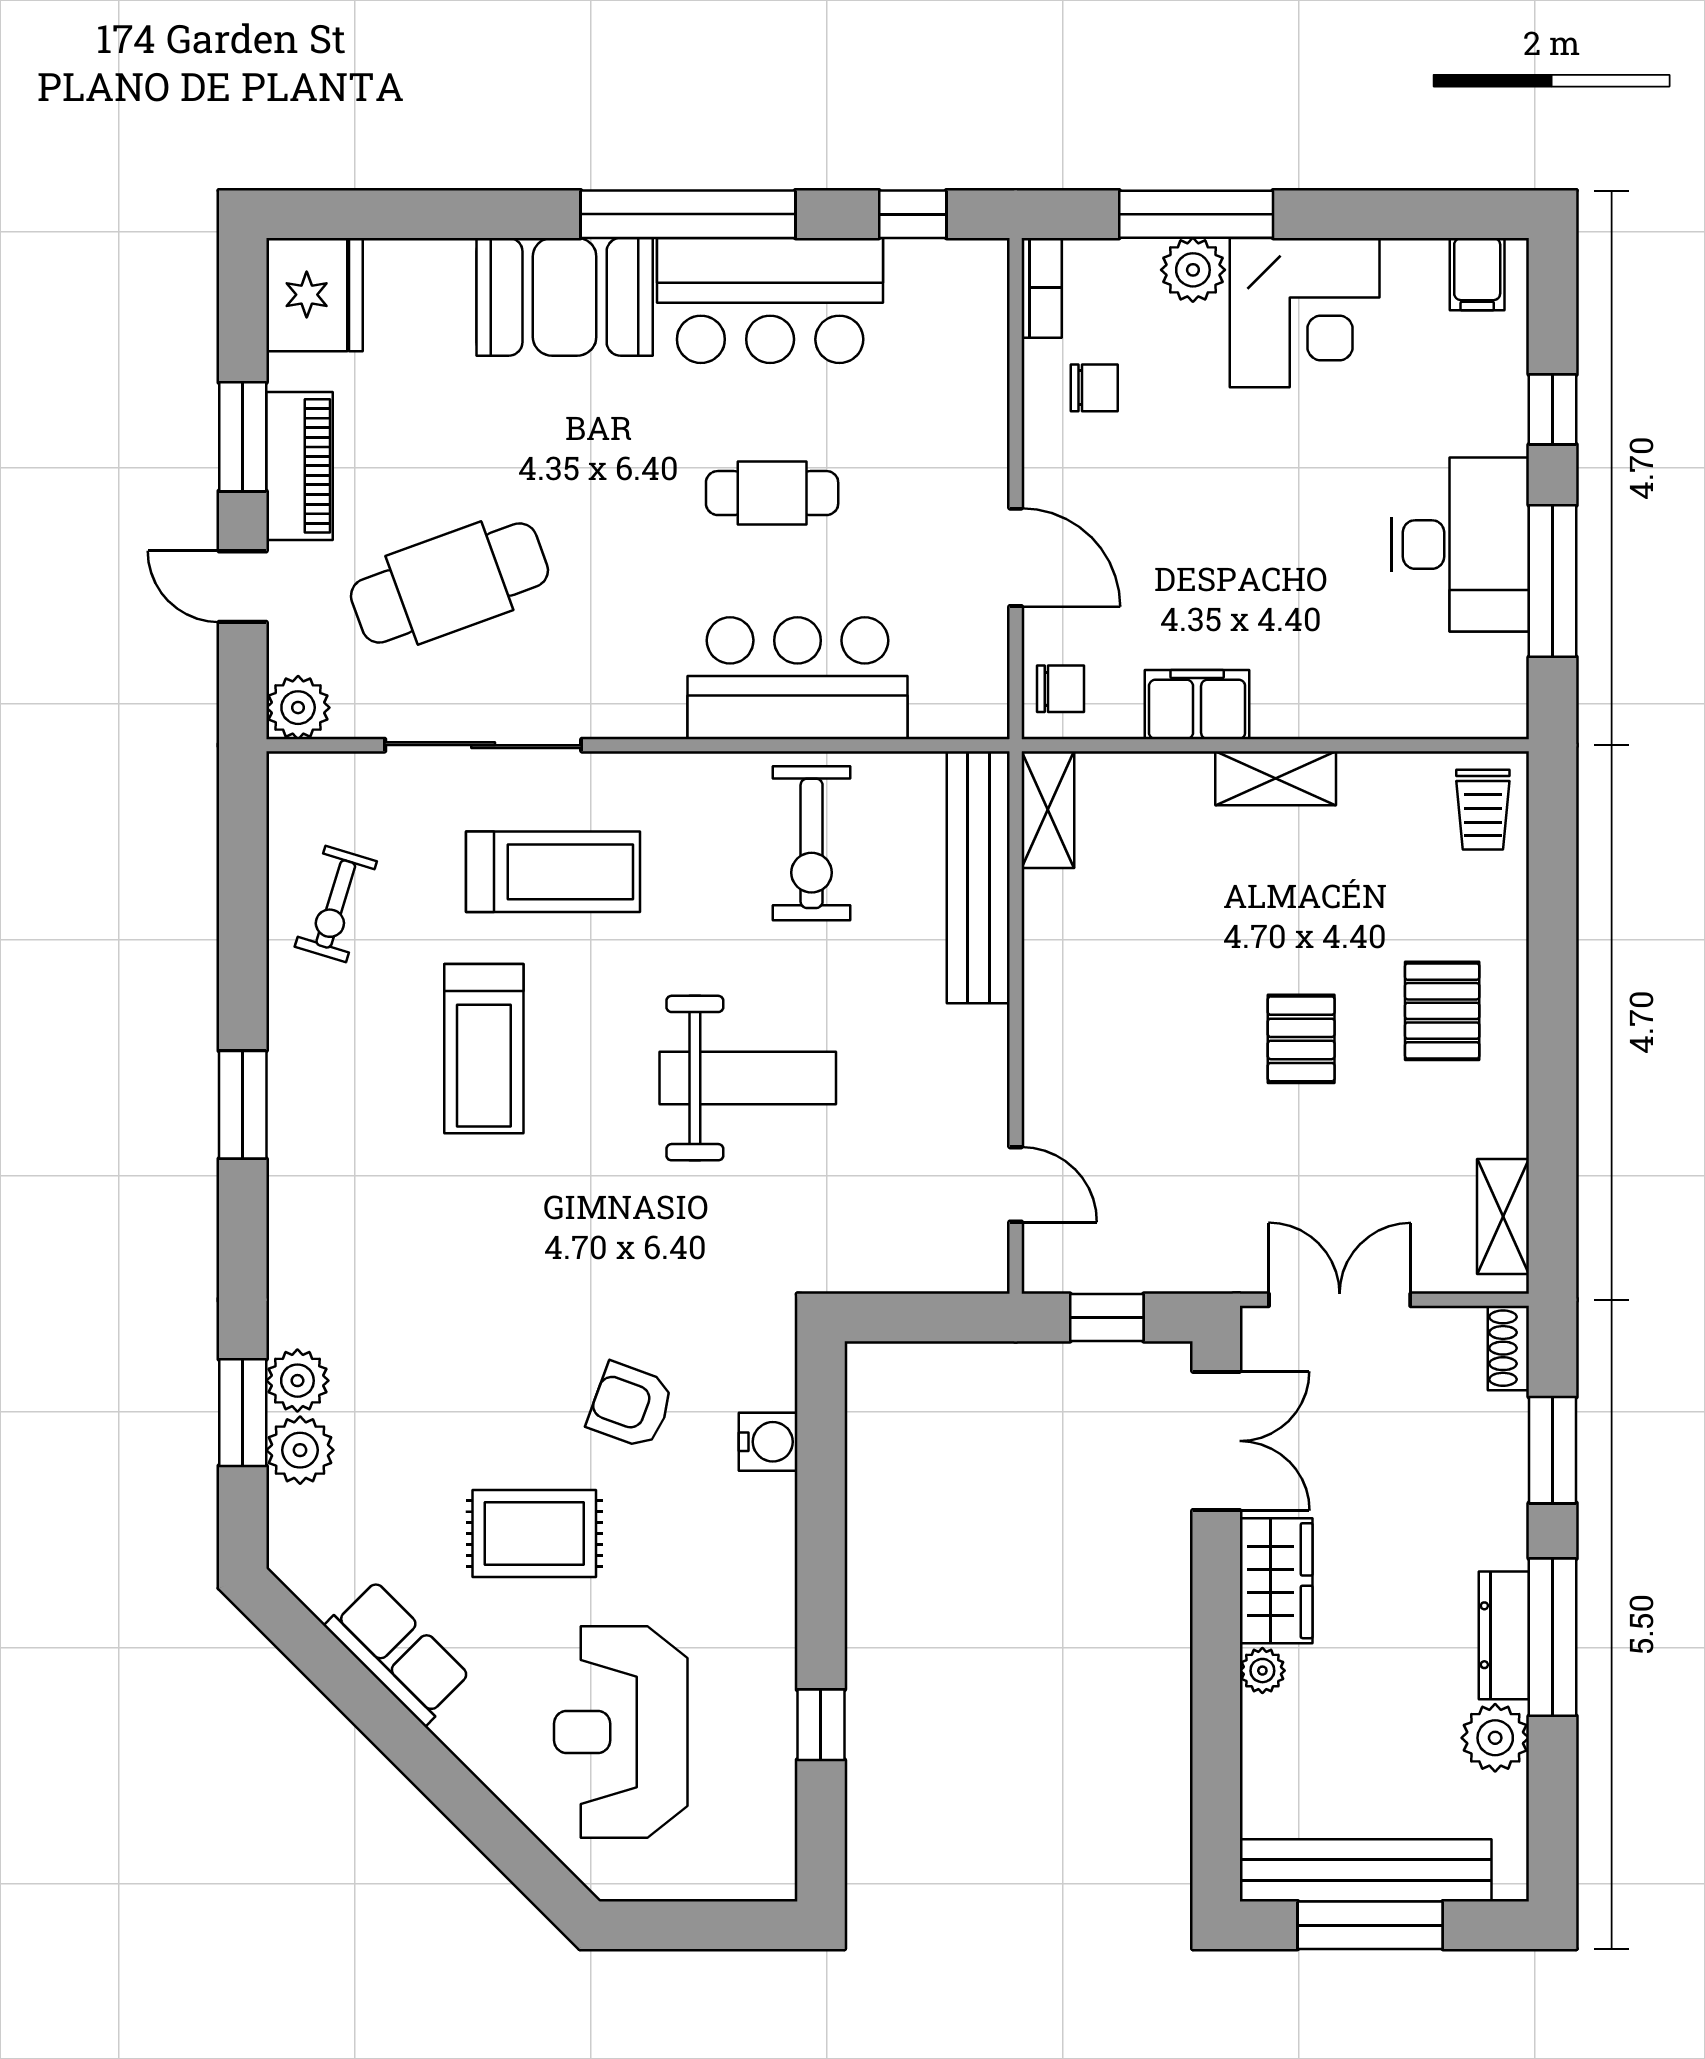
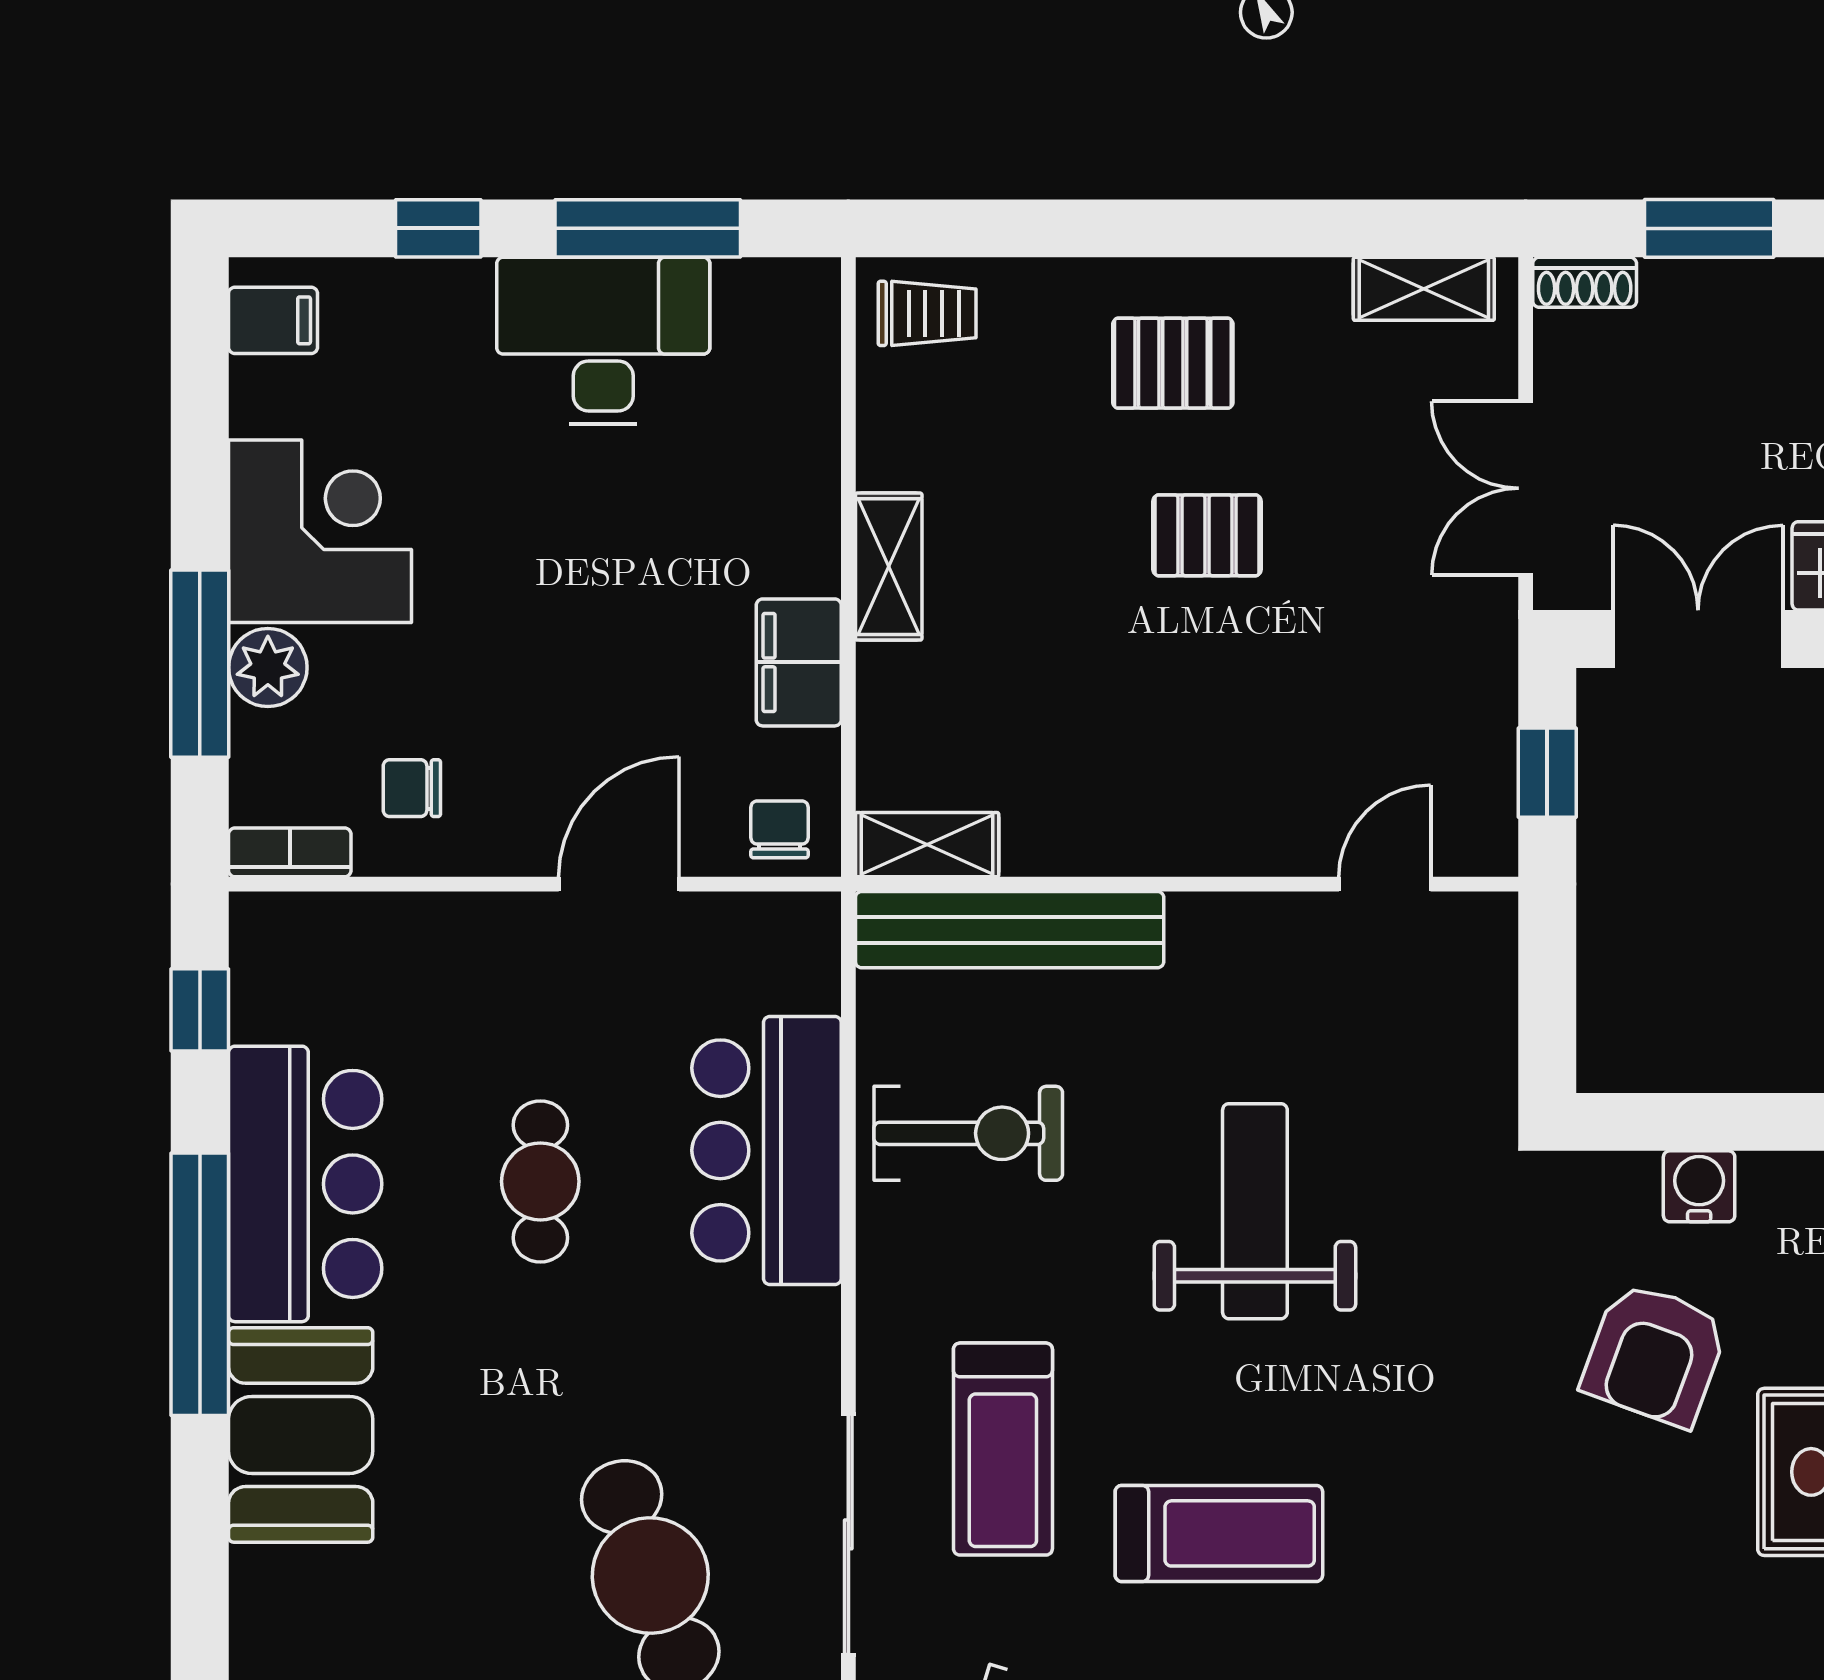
chair: (1094, 388) -> (412, 788), turned -90
treadmill: (553, 872) -> (1003, 1449), turned 180
armchair: (631, 1405) -> (1655, 1354), width x1.38, depth x1.38

